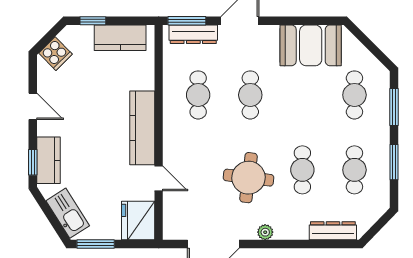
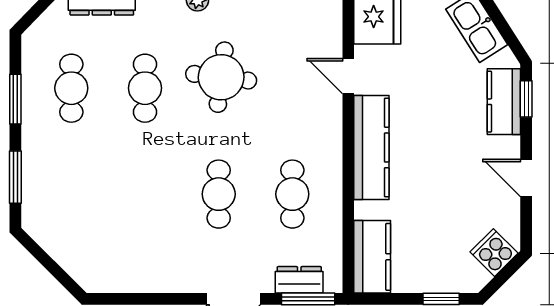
dresser: (193, 34) -> (299, 280), width x0.70
kitchen counter: (120, 38) -> (372, 257), moved, turned 90
booth: (311, 45) -> (133, 264), removed
cafe table: (354, 95) -> (71, 194), removed

